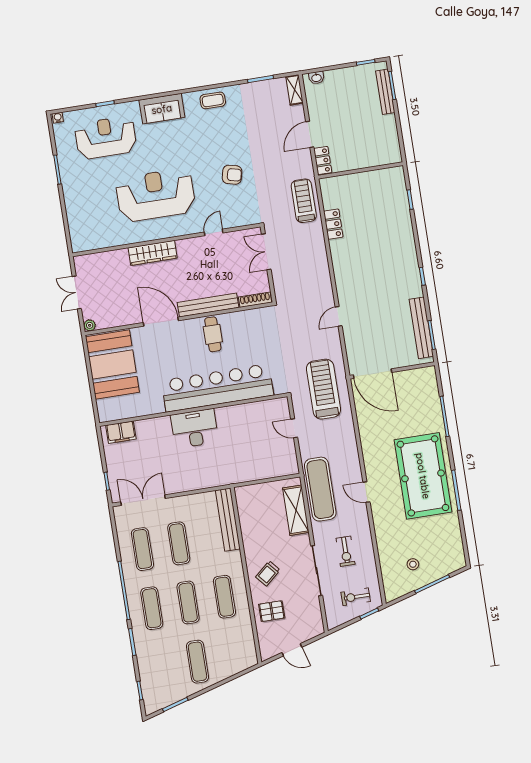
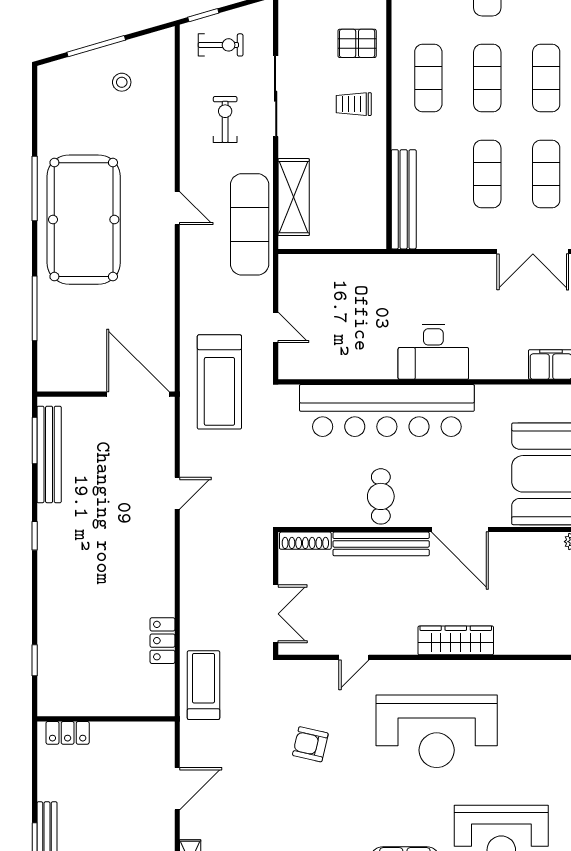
locker: (323, 161) -> (68, 733), moved, turned -90
treadmill: (304, 201) -> (203, 685), turned 180
trolley: (268, 573) -> (354, 104), turned -139

